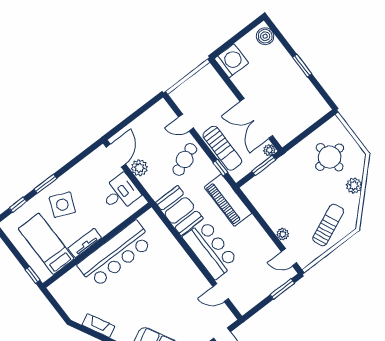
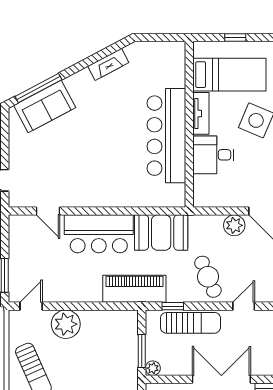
double door: (256, 119) -> (221, 379), moved
sun lounger: (222, 148) -> (190, 323), turned 180
desk: (120, 193) -> (213, 155), moved, turned 90
plant: (283, 234) -> (66, 324), width x1.88, depth x1.88
window: (33, 275) -> (235, 37), moved
door: (221, 293) -> (48, 211), swing flipped

